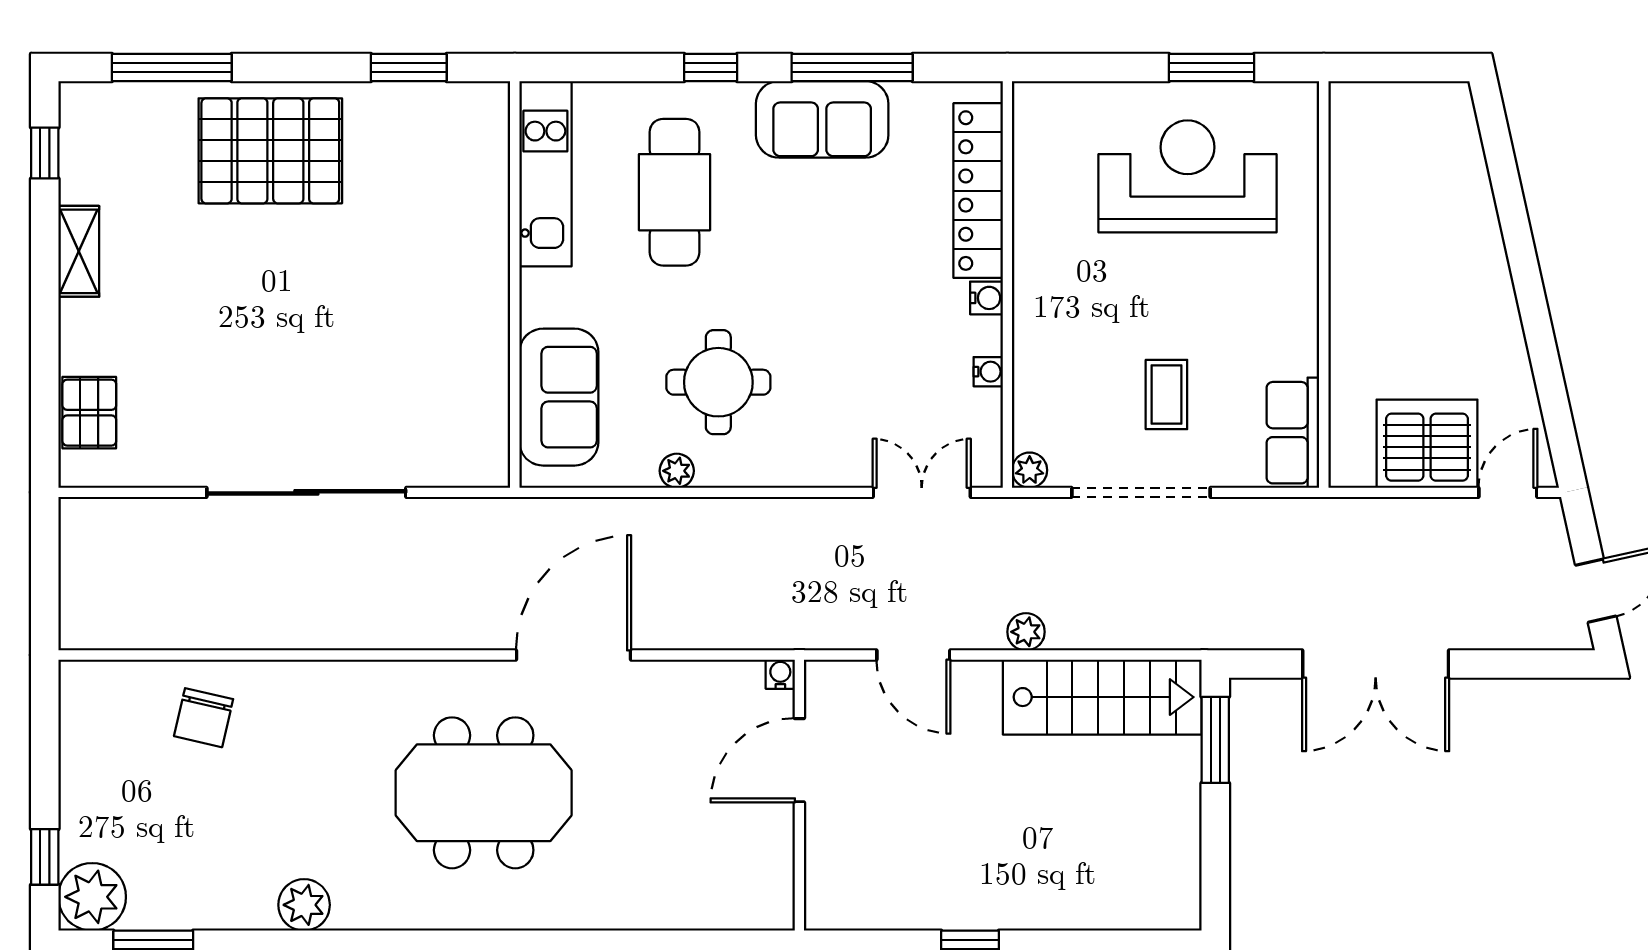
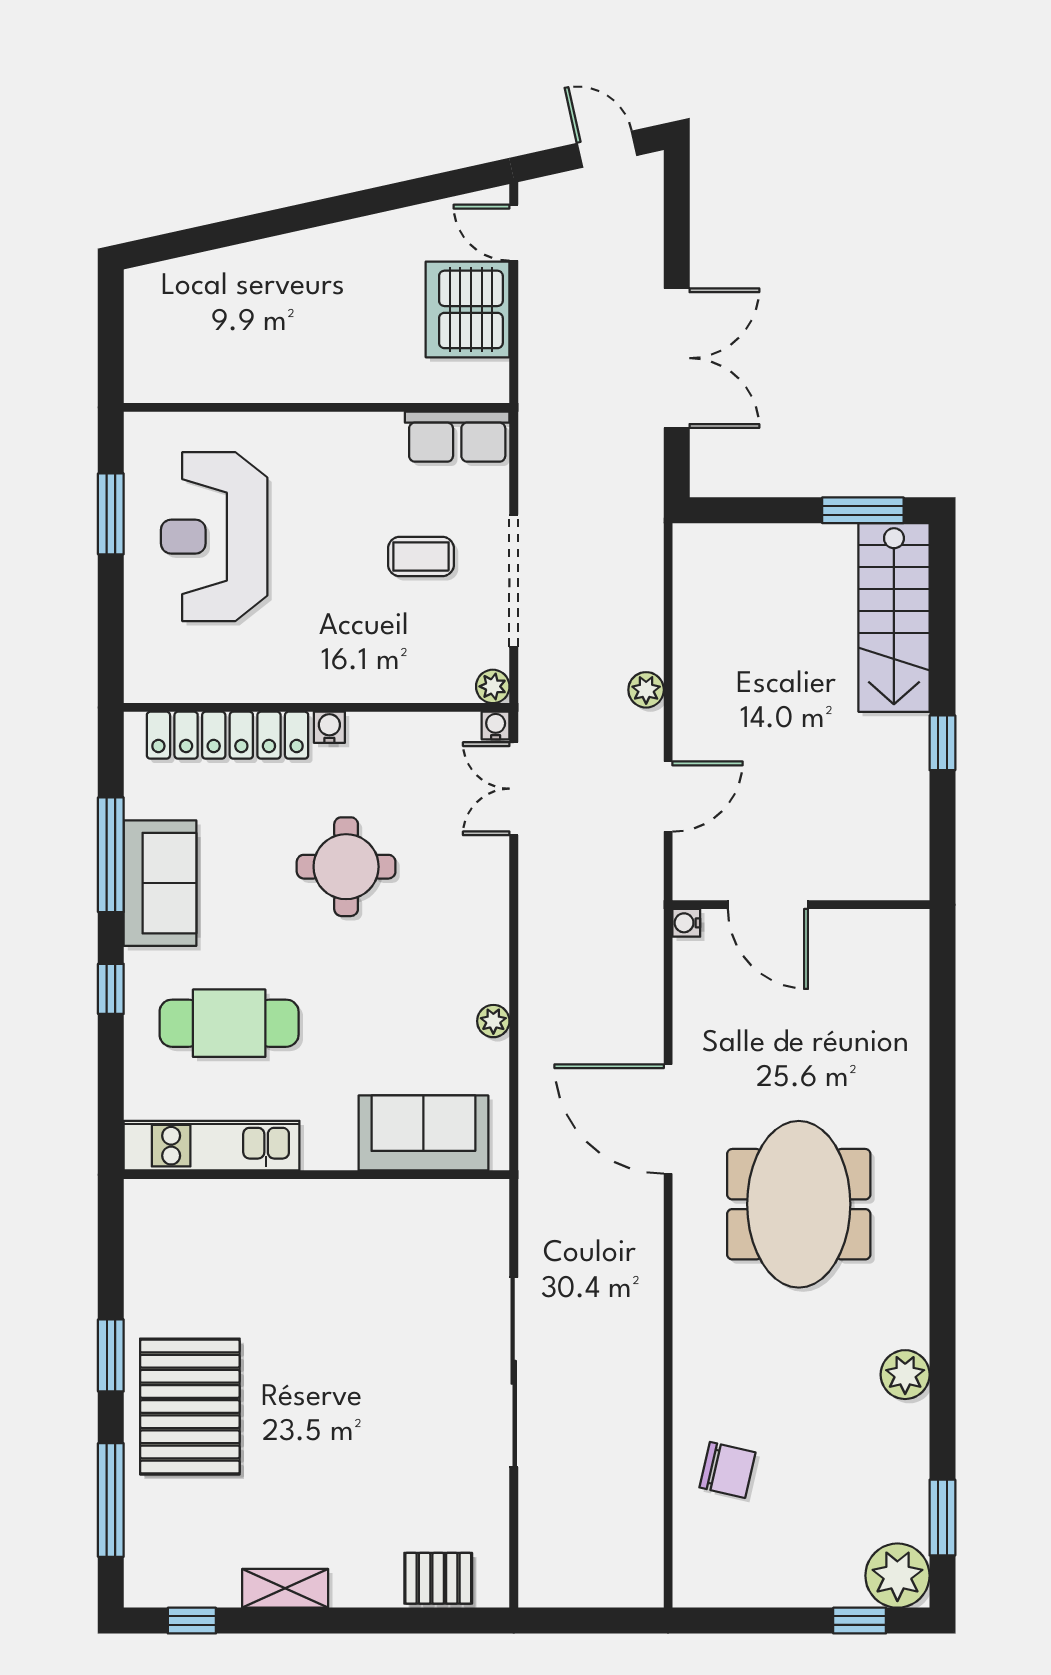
window: (409, 67) -> (111, 1355), moved
water cooler: (988, 372) -> (496, 726), moved
round table: (718, 382) -> (346, 867), moved
stairs: (1102, 697) -> (894, 617), moved, turned 180
window: (1215, 740) -> (863, 510), moved

